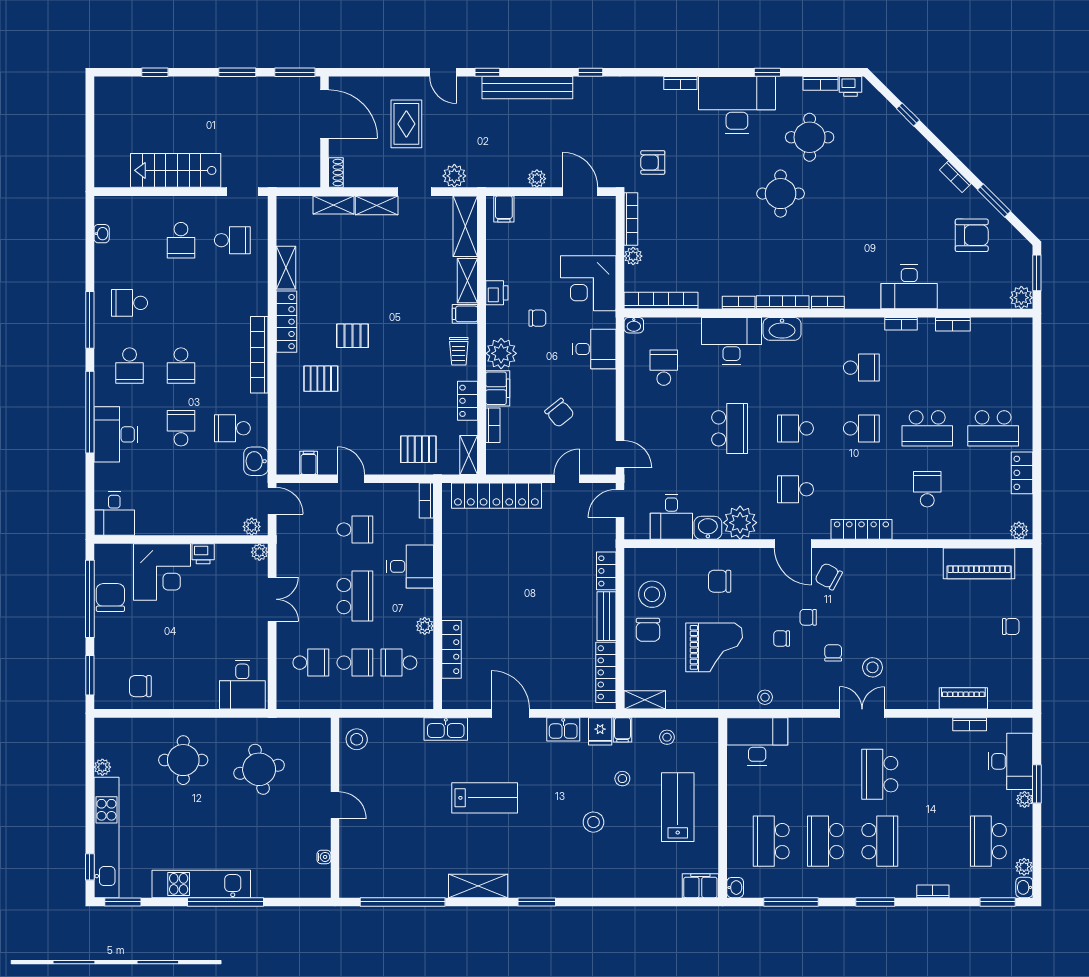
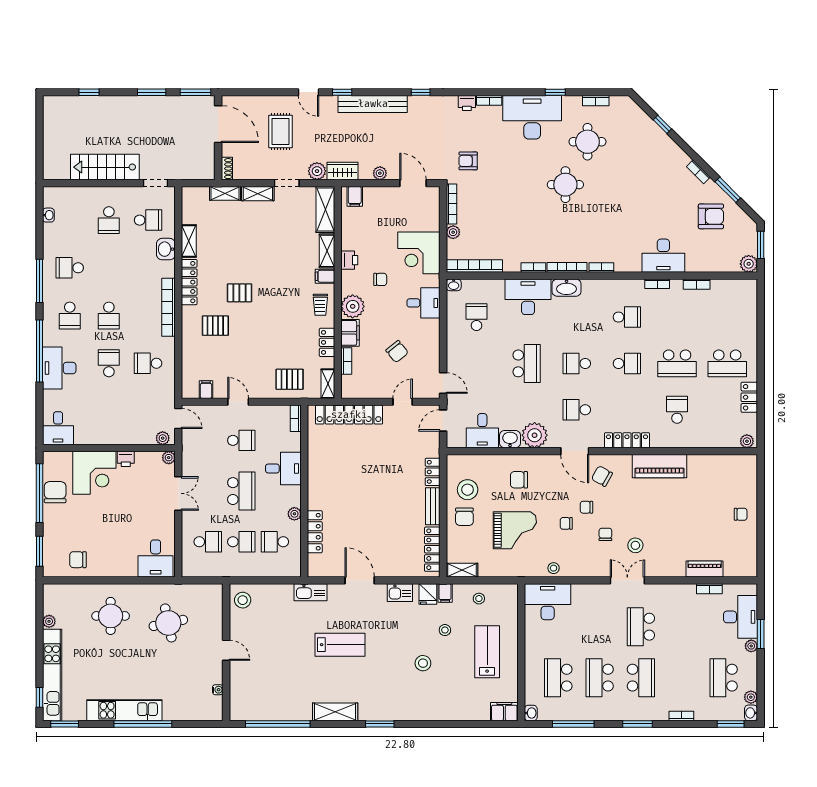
printer: (850, 86) -> (467, 103), moved
wardrobe: (488, 176) -> (342, 171), added
washbasin: (256, 461) -> (166, 249), moved
piano: (979, 563) -> (660, 466), moved

